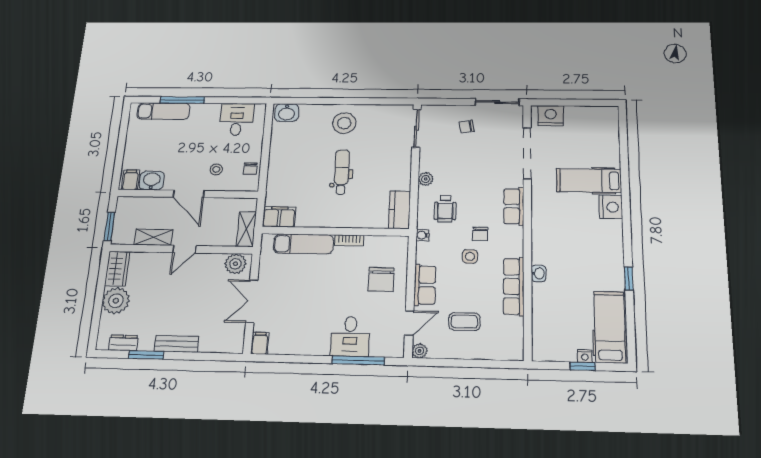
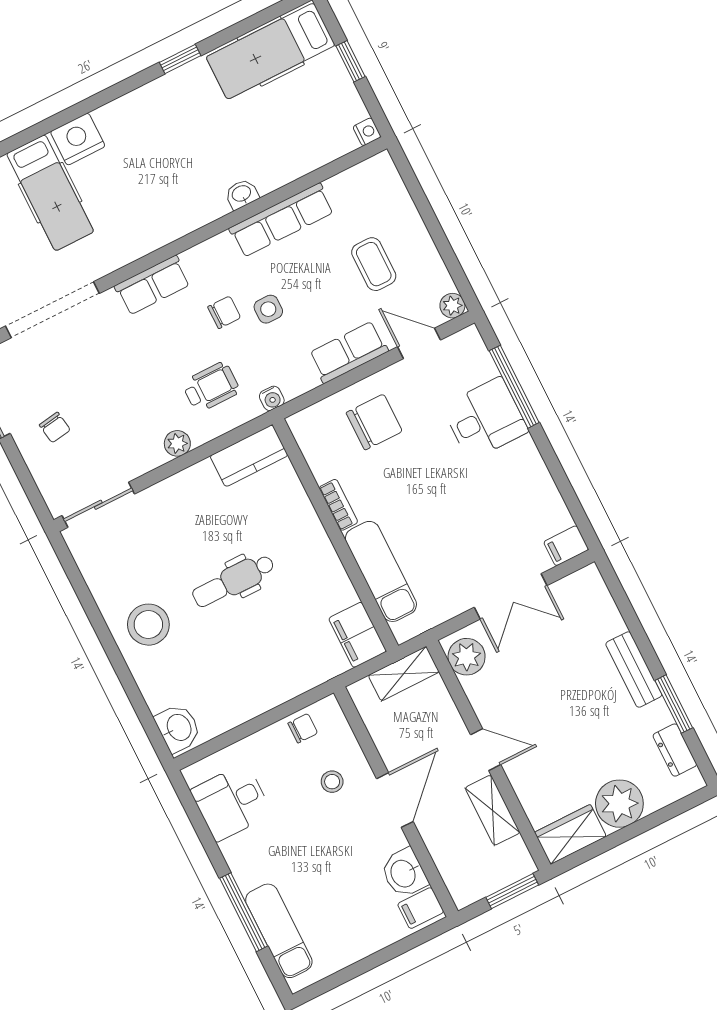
nightstand: (585, 356) -> (367, 132), moved

